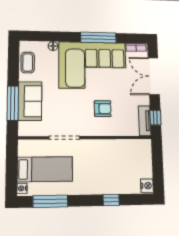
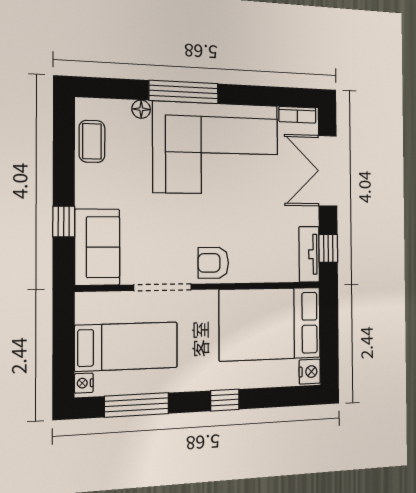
window: (98, 38) -> (184, 92), moved
sofa: (30, 101) -> (97, 247), moved
window: (13, 103) -> (64, 222), width x0.46
armchair: (103, 109) -> (213, 263), moved, turned 180
bed: (124, 158) -> (270, 324), added
window: (111, 200) -> (225, 400), moved

